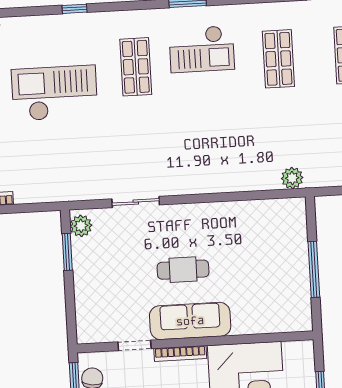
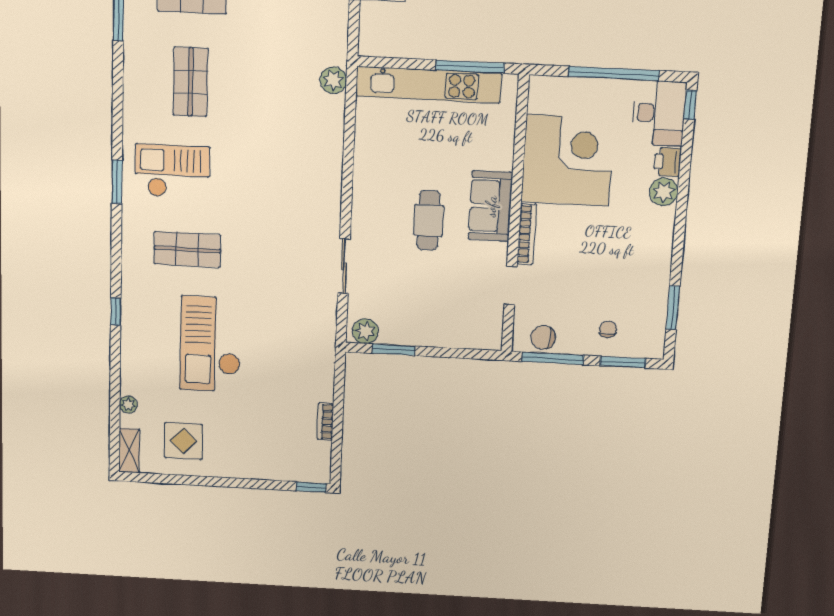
checkout: (202, 49) -> (172, 171), turned -90
shop shelf: (278, 59) -> (190, 82), turned 90
kitchen unit: (297, 257) -> (429, 85), added
window: (314, 269) -> (470, 67), moved
sofa: (190, 321) -> (491, 206), width x0.73

